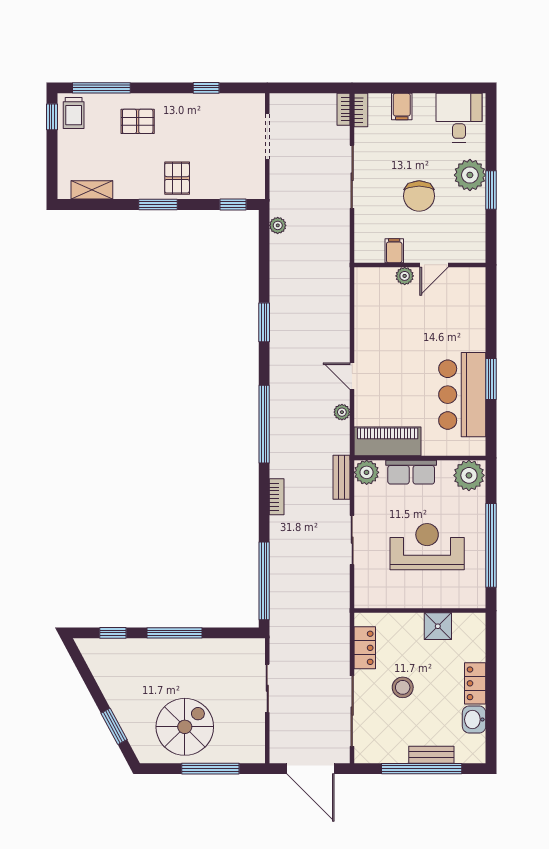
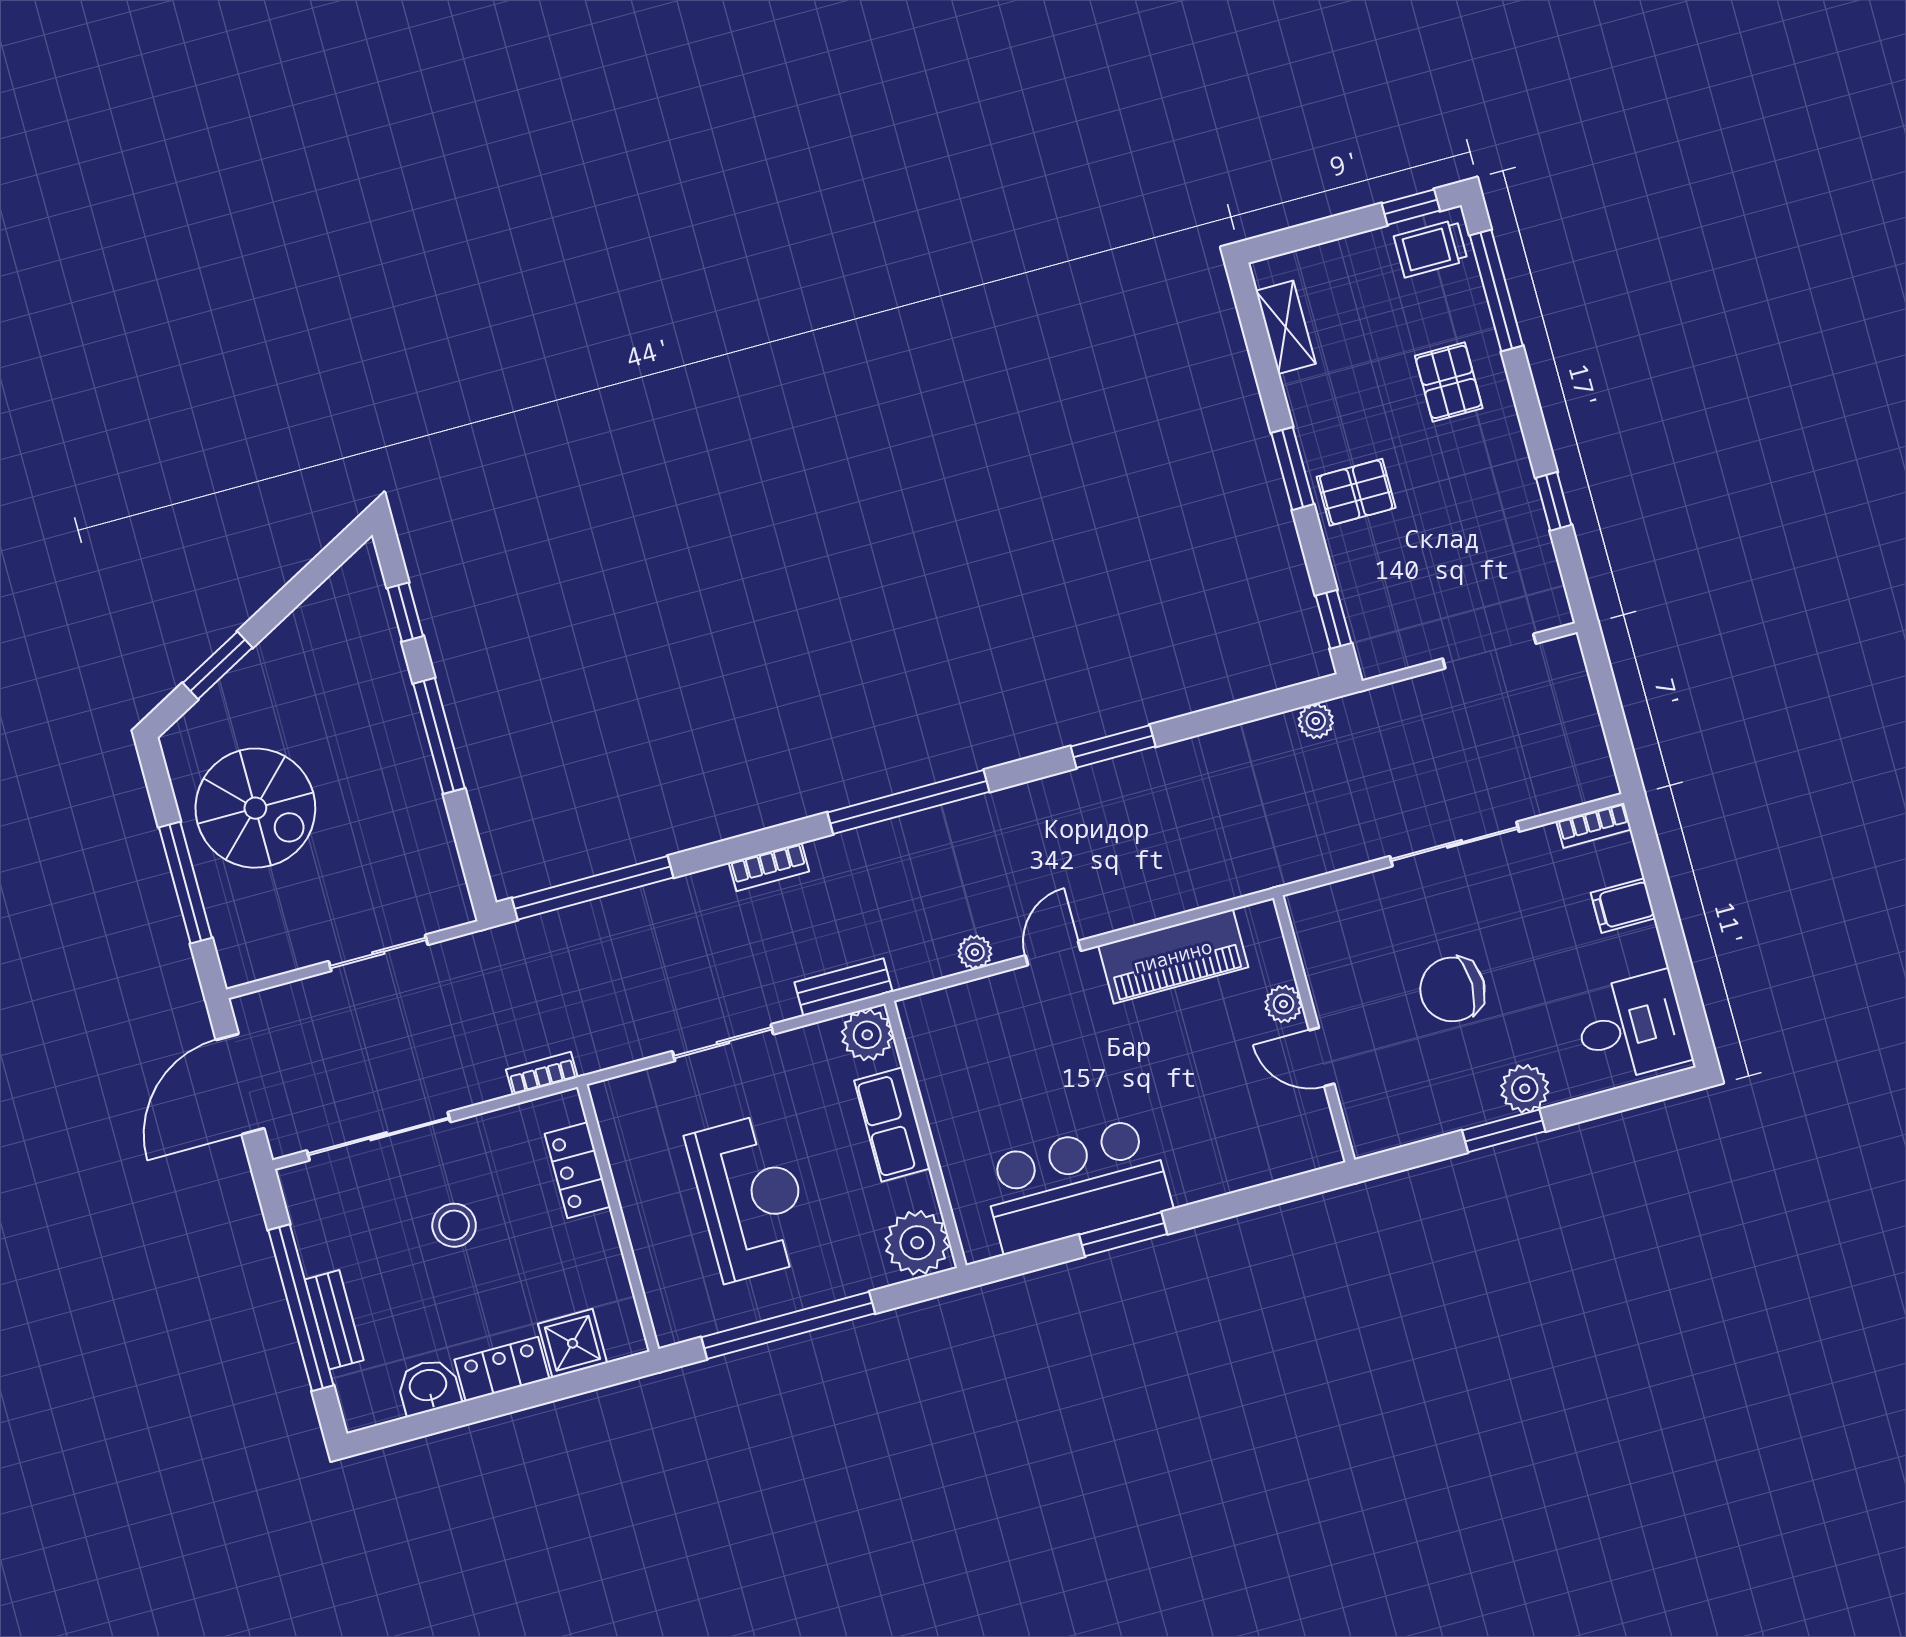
bookcase: (344, 109) -> (542, 1073), moved
plant: (470, 175) -> (1525, 1089), width x0.73, depth x0.73
filing cabinet: (394, 251) -> (1329, 969), removed
piano: (388, 441) -> (1173, 956), moved, turned 90
shower: (438, 626) -> (573, 1343), moved
locker: (365, 648) -> (578, 1170), moved, turned 90

